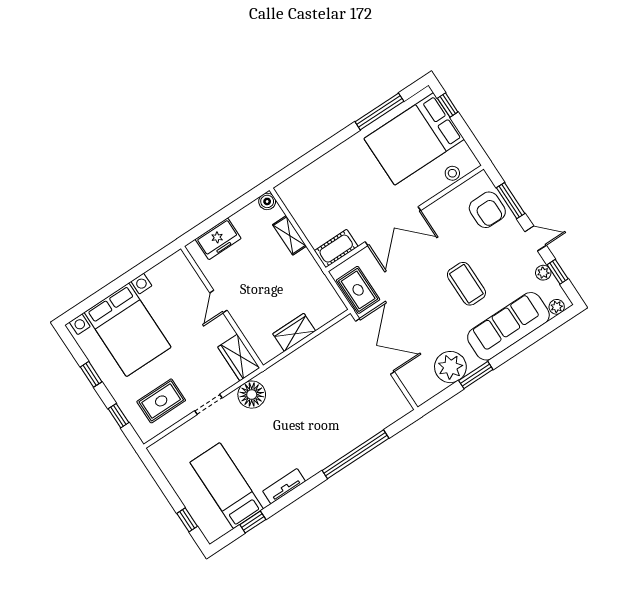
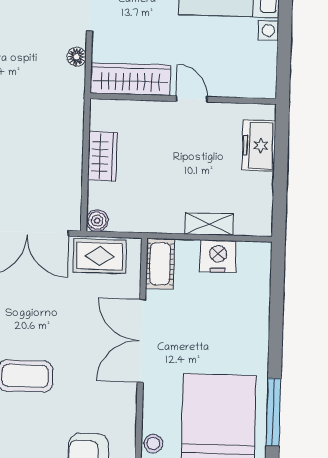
boiler: (267, 201) -> (97, 221), moved
nightstand: (306, 215) -> (218, 256), added
wardrobe: (239, 357) -> (130, 79), width x1.50
floor lamp: (252, 395) -> (77, 57), width x0.53, depth x0.53

